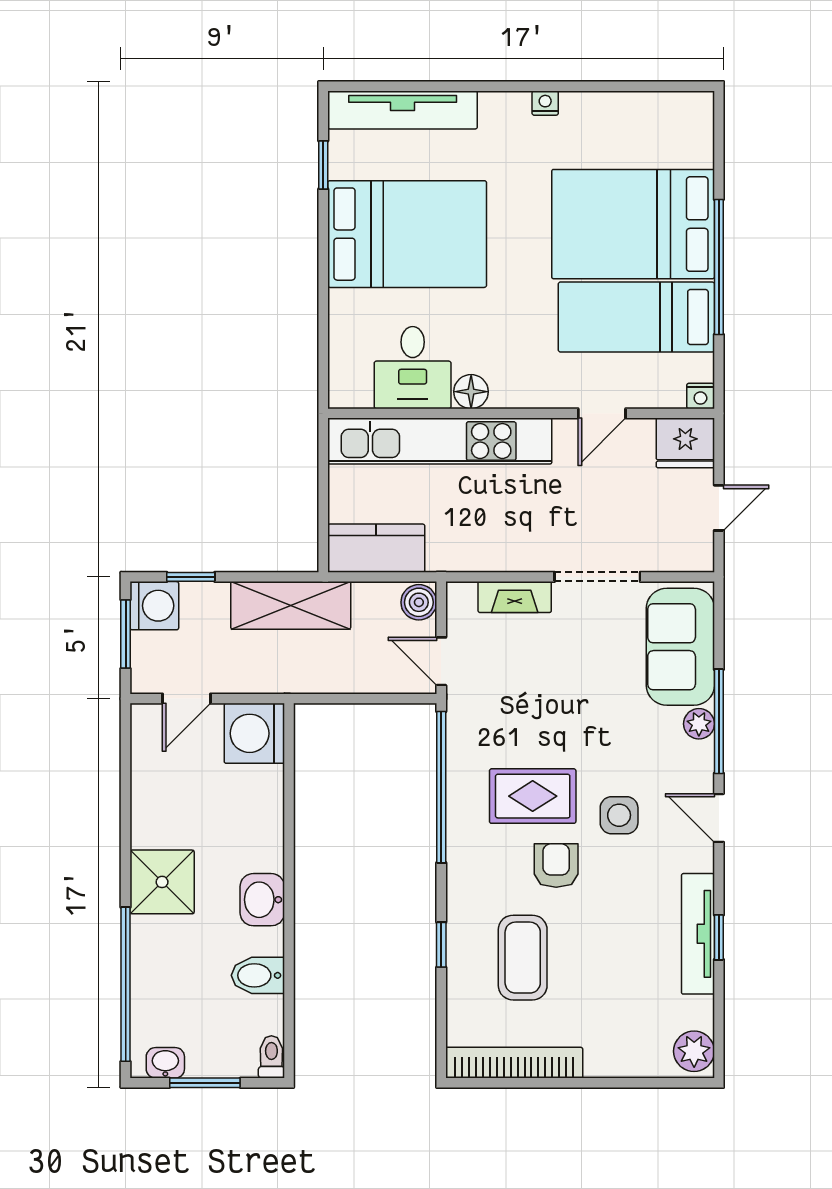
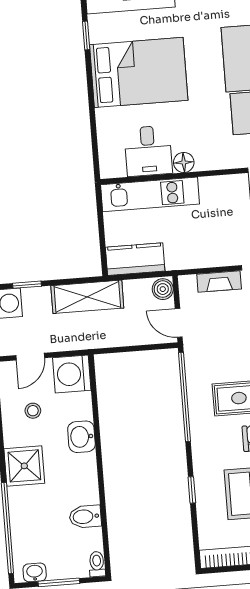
kitchen unit: (440, 441) -> (150, 194), width x0.73
stool: (184, 790) -> (33, 411), added
washbasin: (262, 900) -> (81, 437), moved

